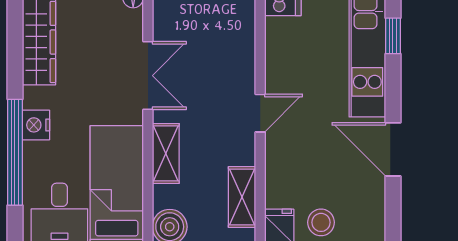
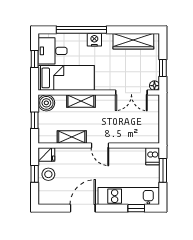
double door: (148, 76) -> (131, 93), moved
shelving: (242, 197) -> (72, 137), moved

